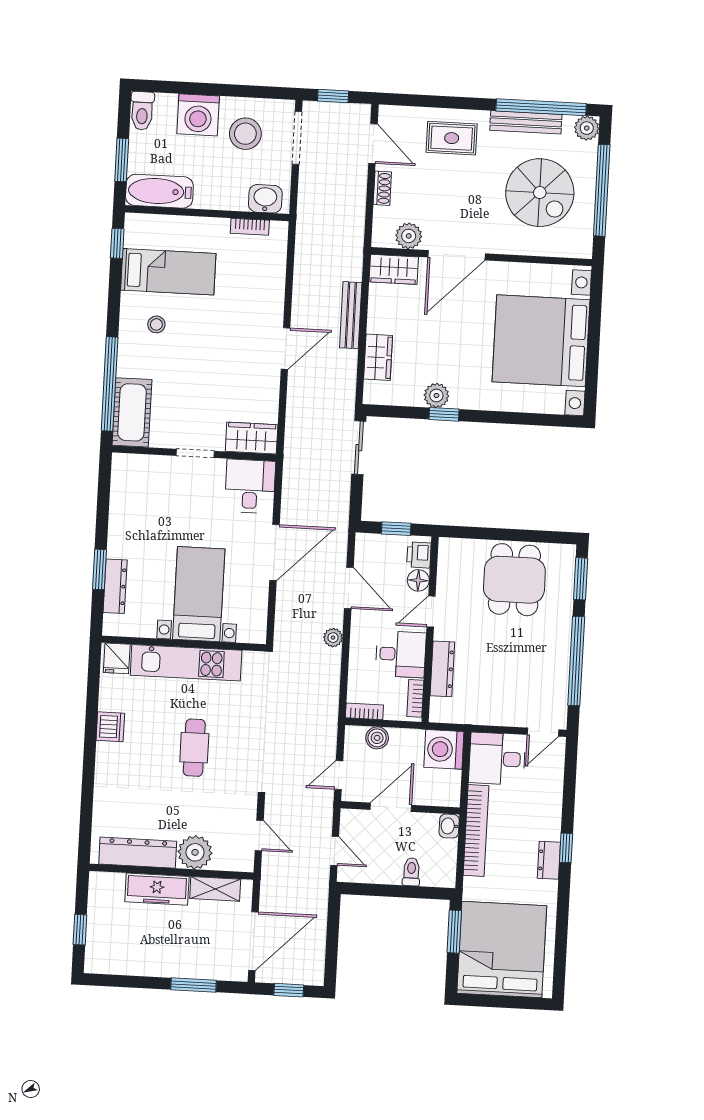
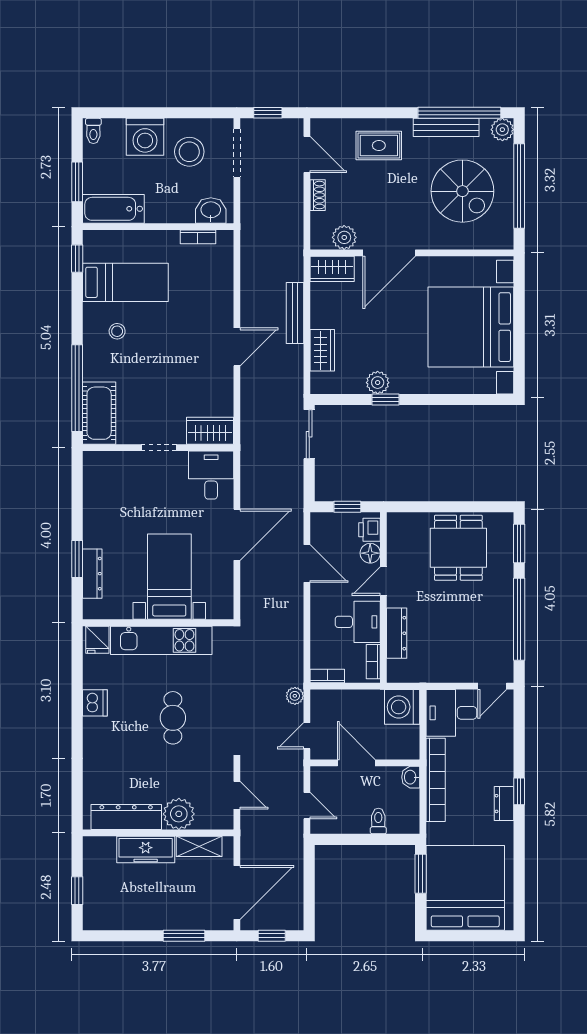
toilet: (142, 111) -> (93, 131), width x0.73, depth x0.72
plant: (333, 638) -> (295, 696), moved
boiler: (377, 738) -> (340, 700), removed
door: (391, 807) -> (356, 763), hinge flipped

